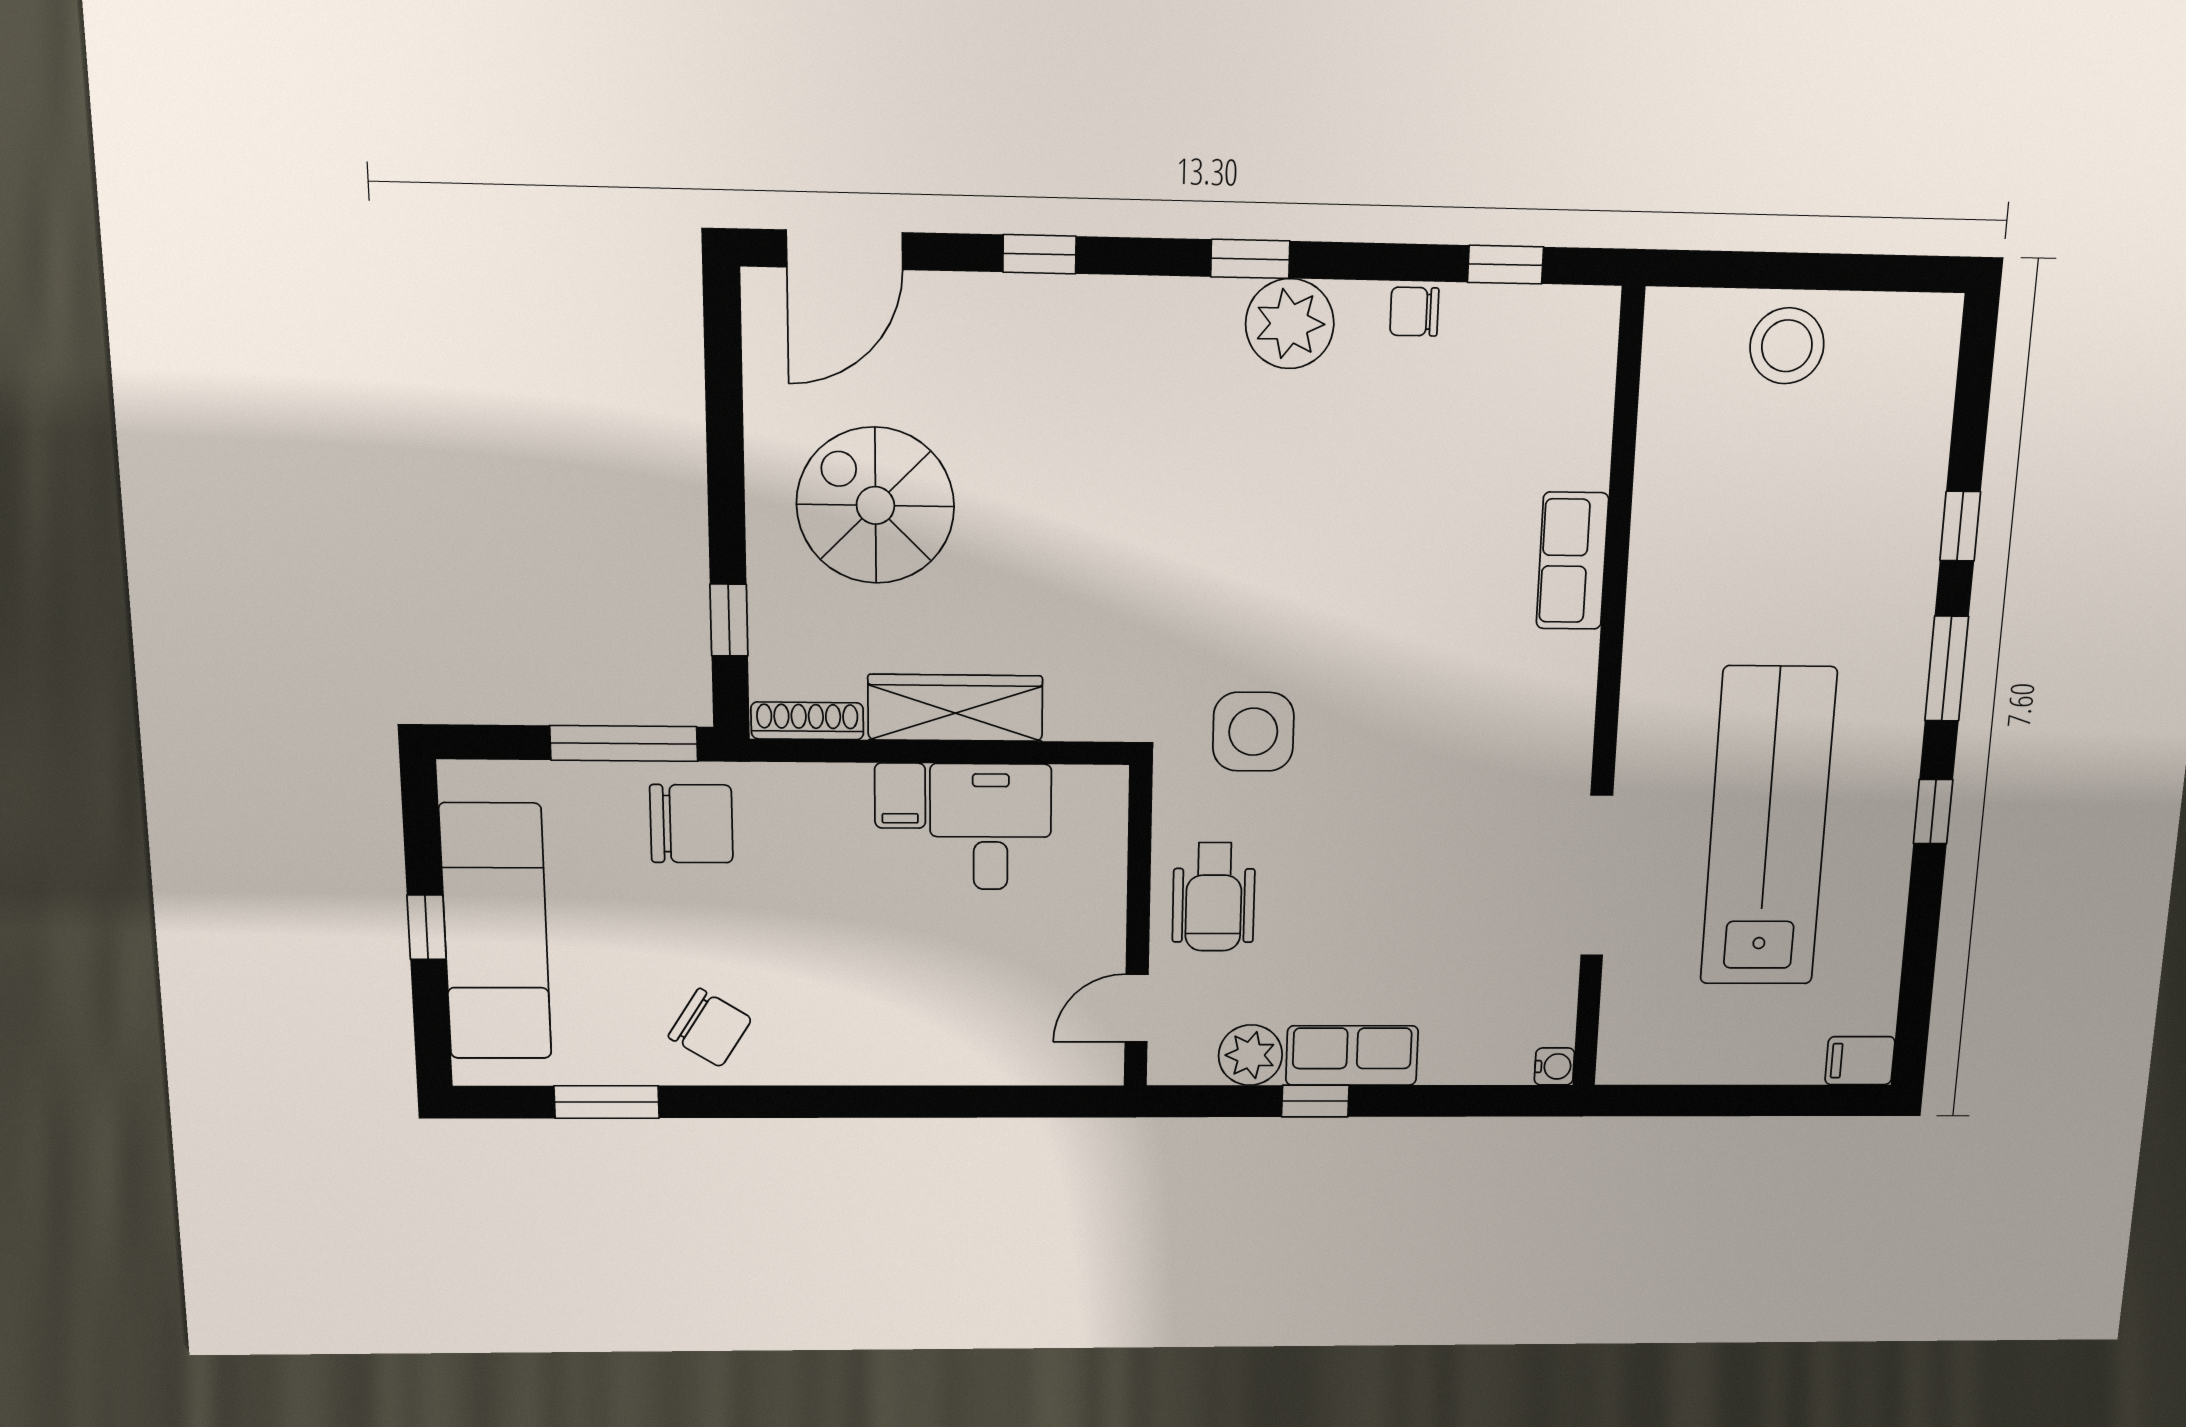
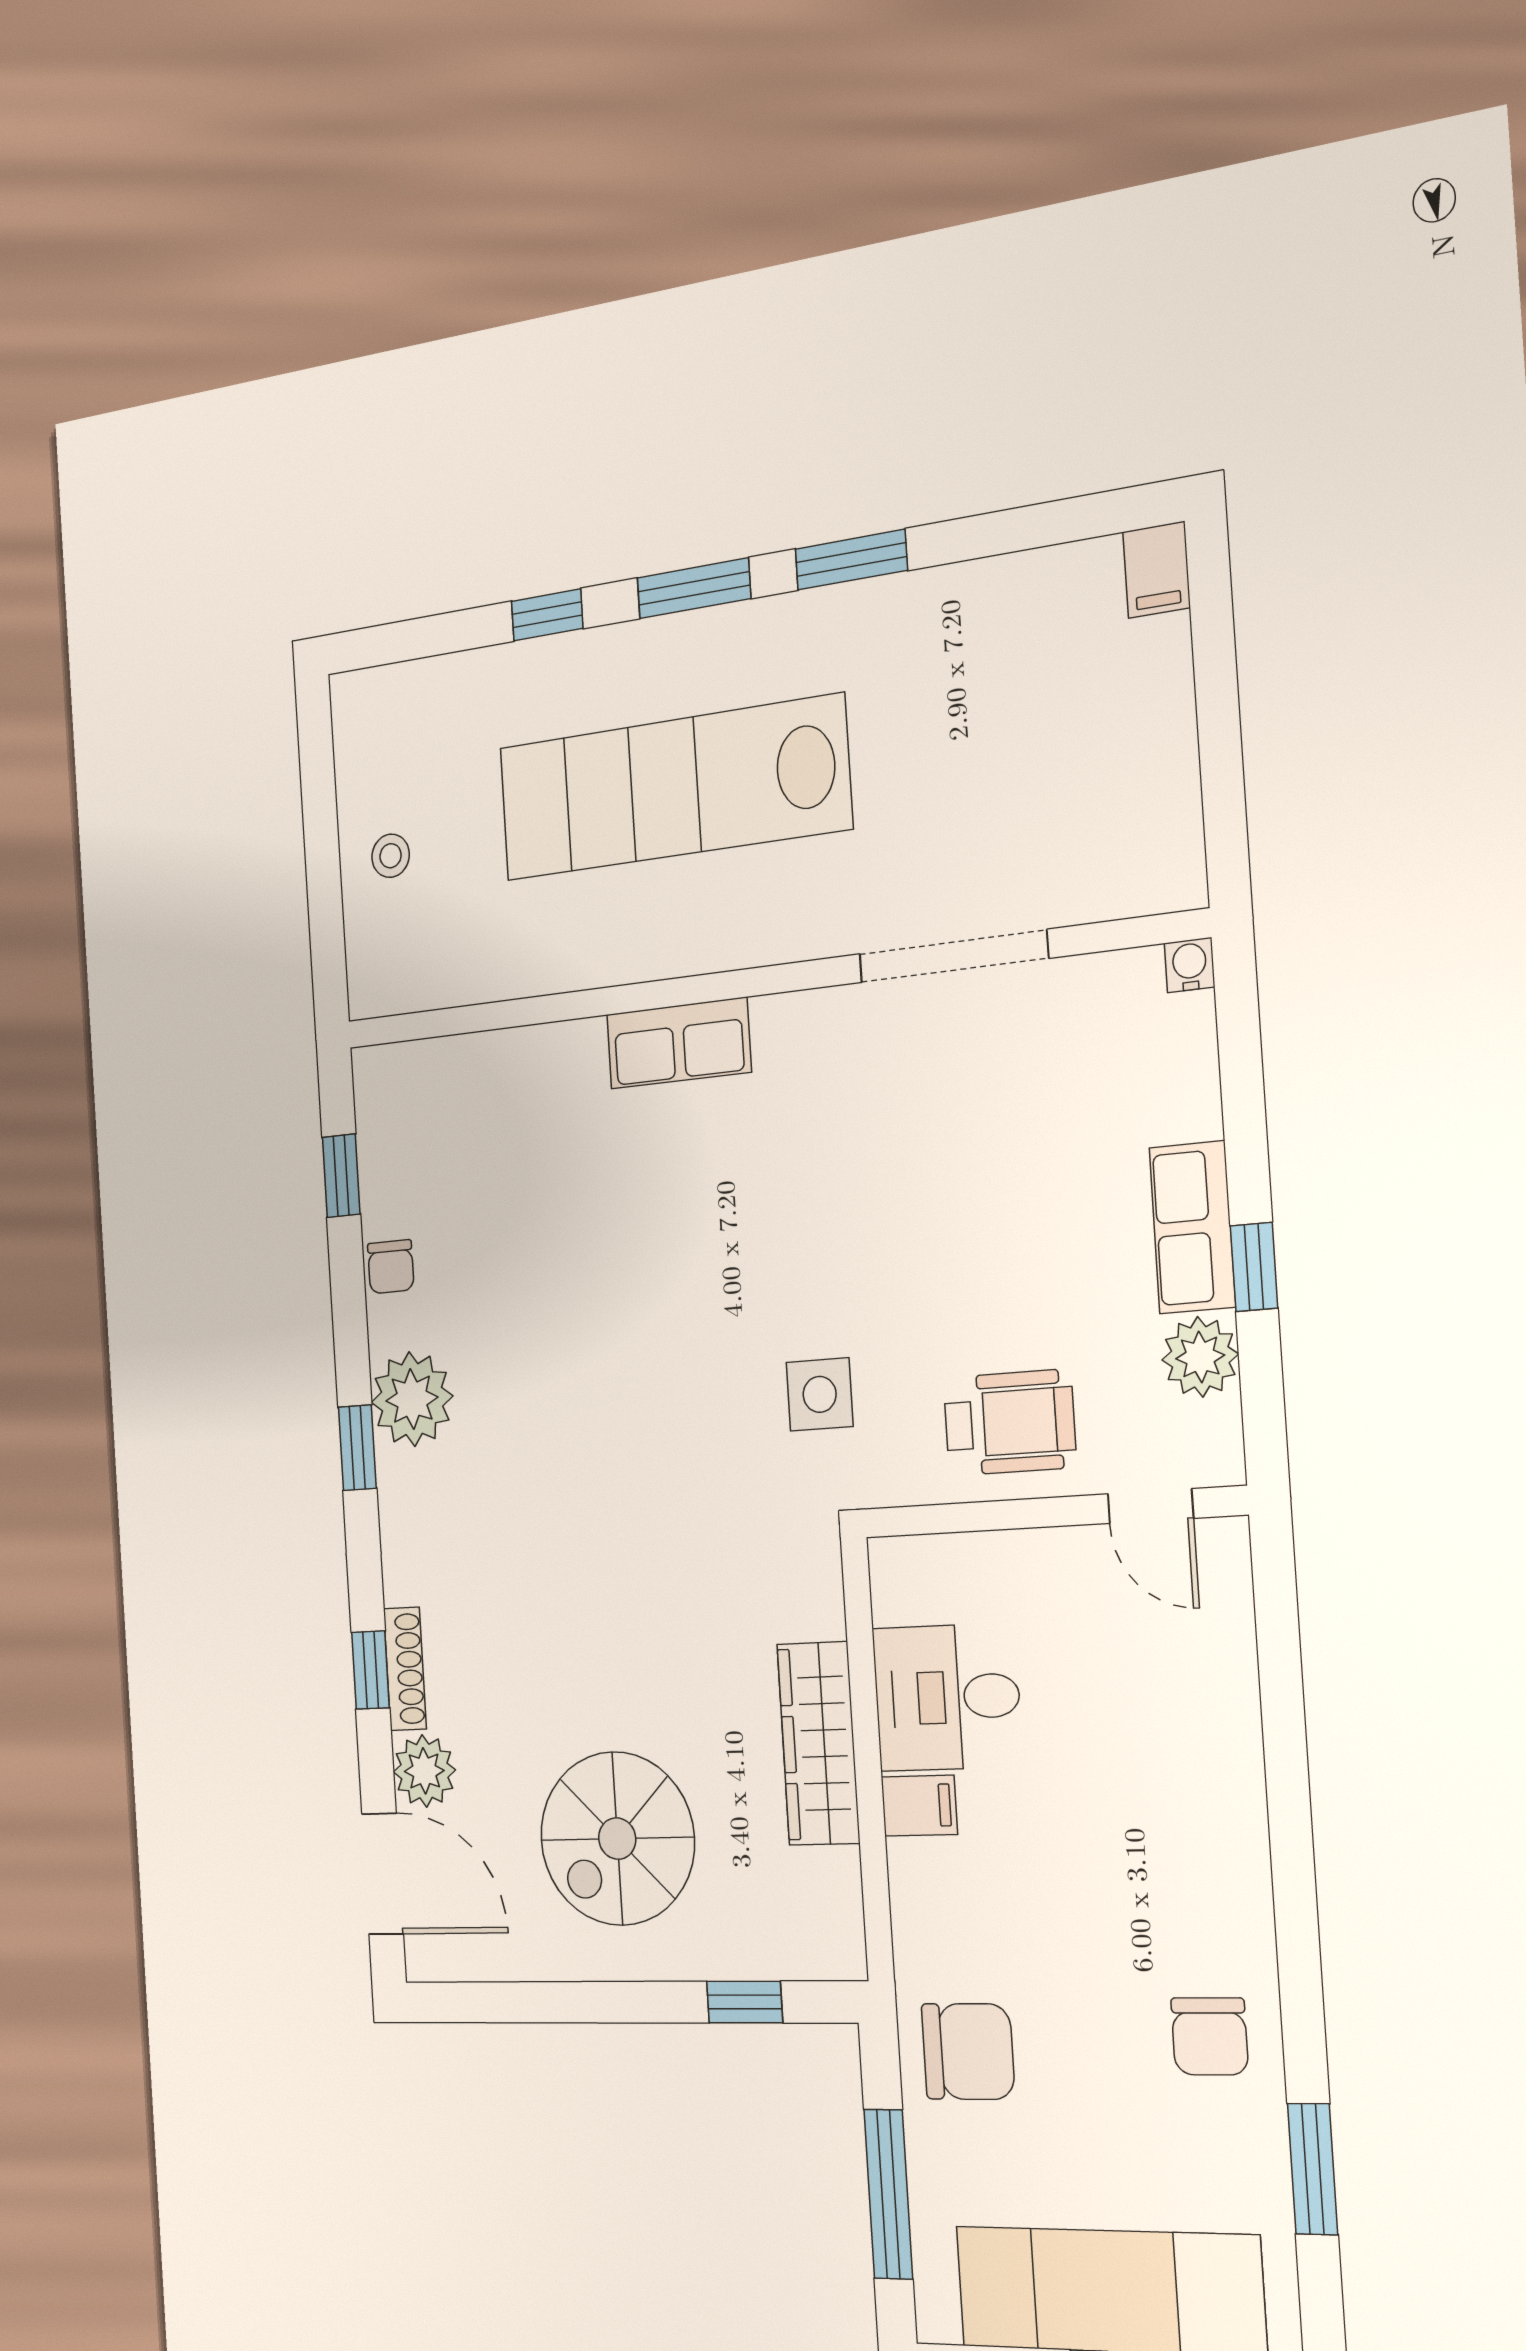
plant: (942, 306) -> (424, 1771), added
stool: (1787, 346) -> (391, 856), width x0.53, depth x0.53
row of seats: (1572, 561) -> (679, 1043), moved
shoe rack: (807, 721) -> (405, 1669), moved, turned 180
side table: (1253, 732) -> (820, 1394), width x0.73, depth x0.73
window: (624, 743) -> (888, 2194), moved
window: (1933, 812) -> (851, 560), width x1.50
chair: (691, 824) -> (968, 2051), turned 90
lab bench: (1768, 827) -> (673, 788), moved
chair: (710, 1028) -> (1210, 2036), turned 148

